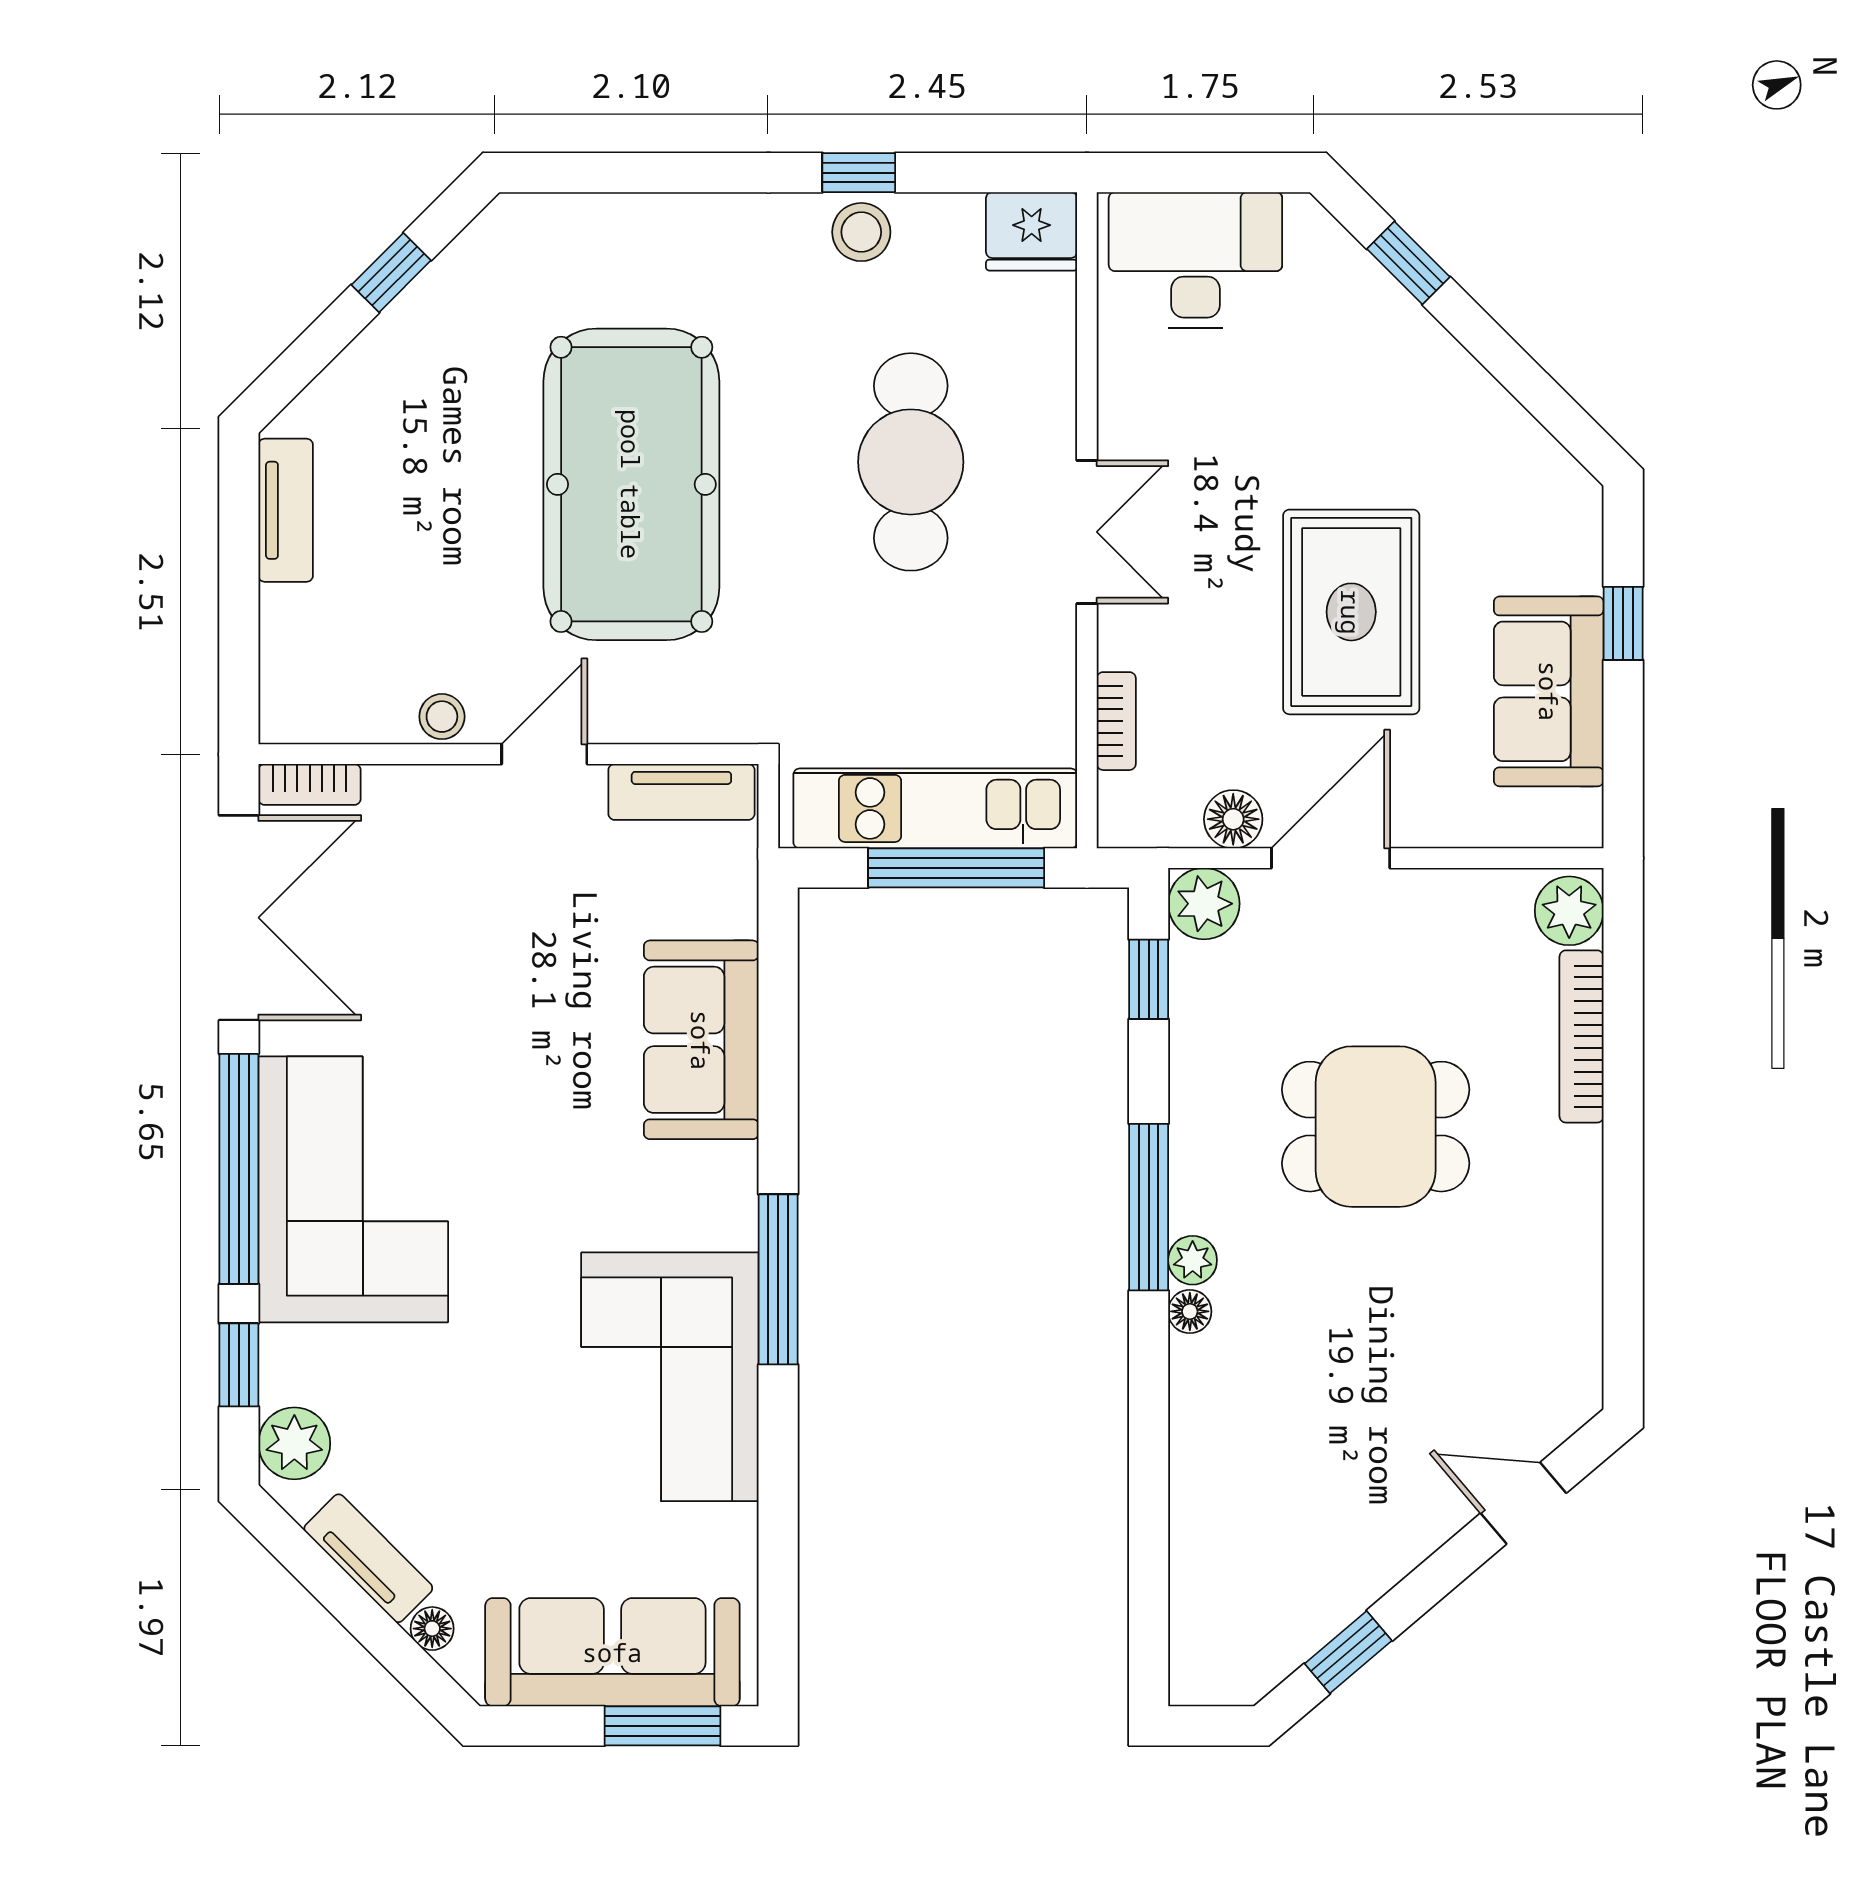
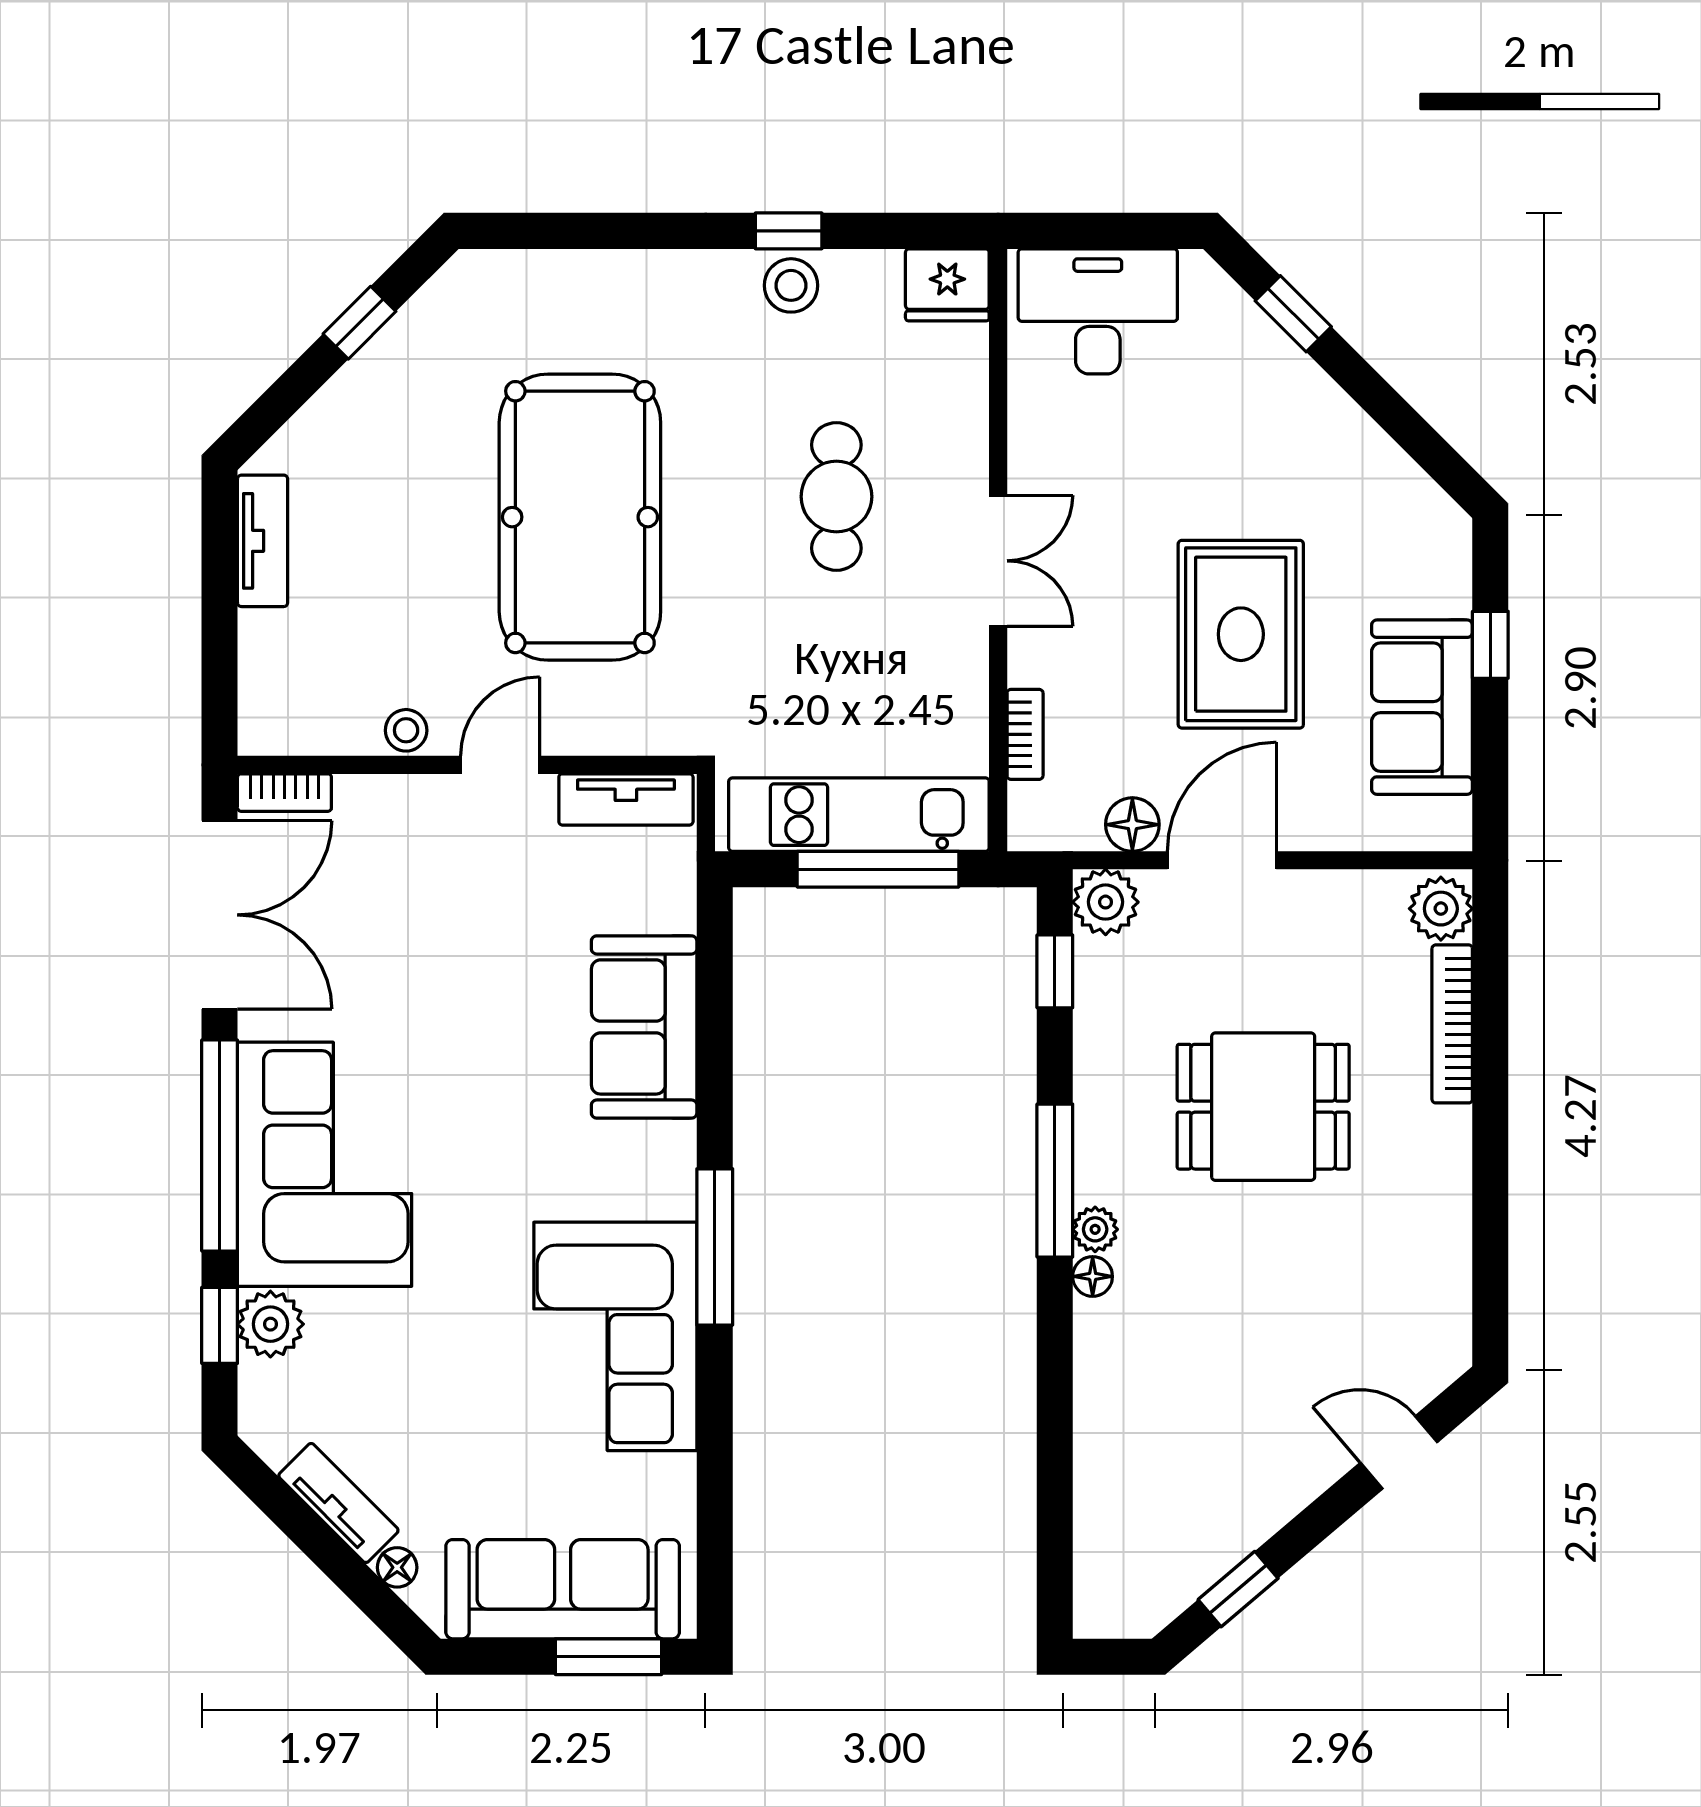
cafe table: (911, 462) -> (836, 497), width x0.73, depth x0.74
plant: (294, 1443) -> (270, 1324), moved

